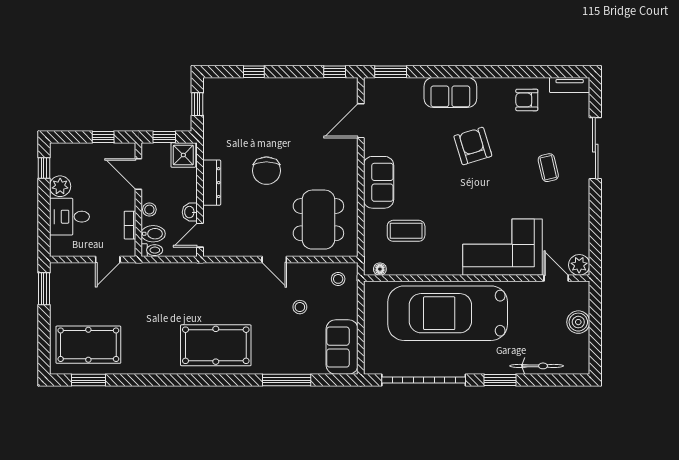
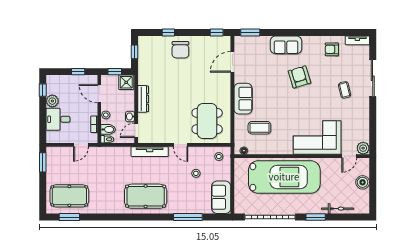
chair: (266, 171) -> (180, 50), moved
tv unit: (223, 271) -> (150, 152), added
door: (556, 278) -> (349, 156), swing flipped
car: (448, 313) -> (284, 177), turned 180

